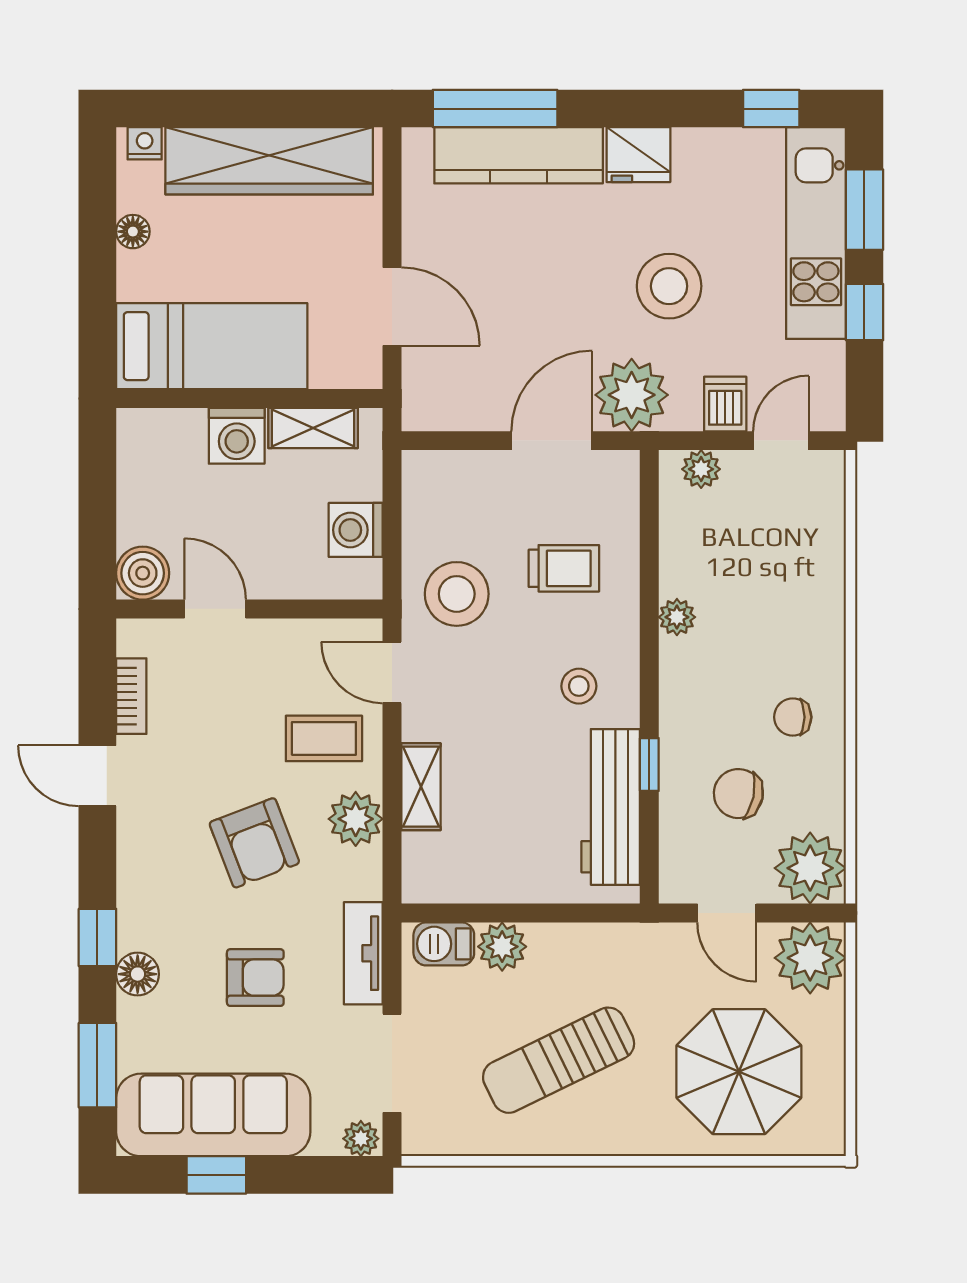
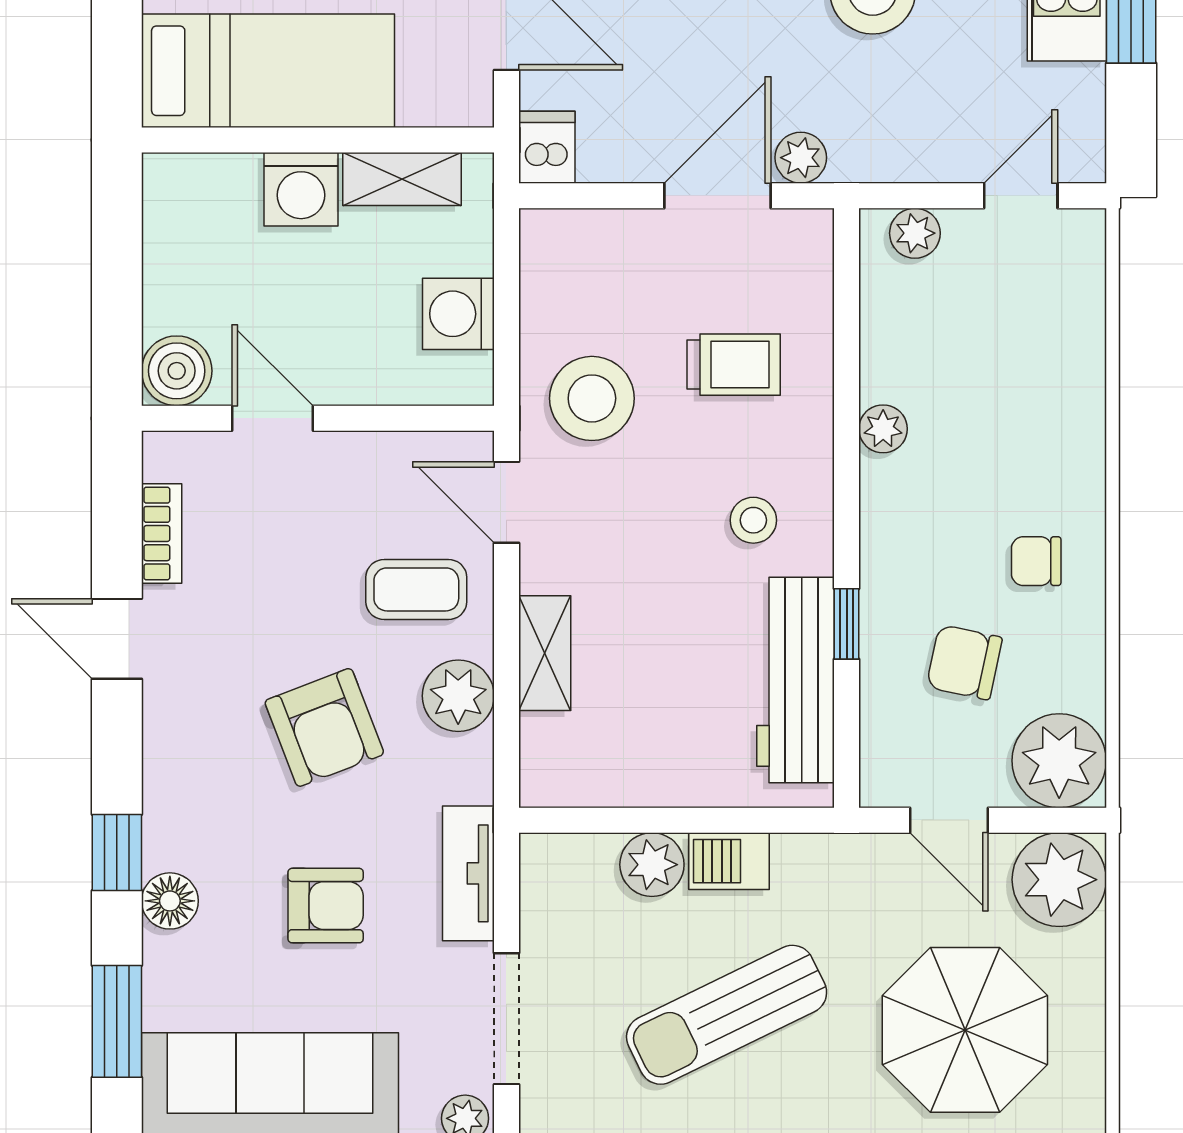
plant: (632, 395) -> (801, 158), width x0.53, depth x0.53
dishwasher: (725, 404) -> (547, 147), moved
barbecue: (444, 944) -> (729, 861), moved

